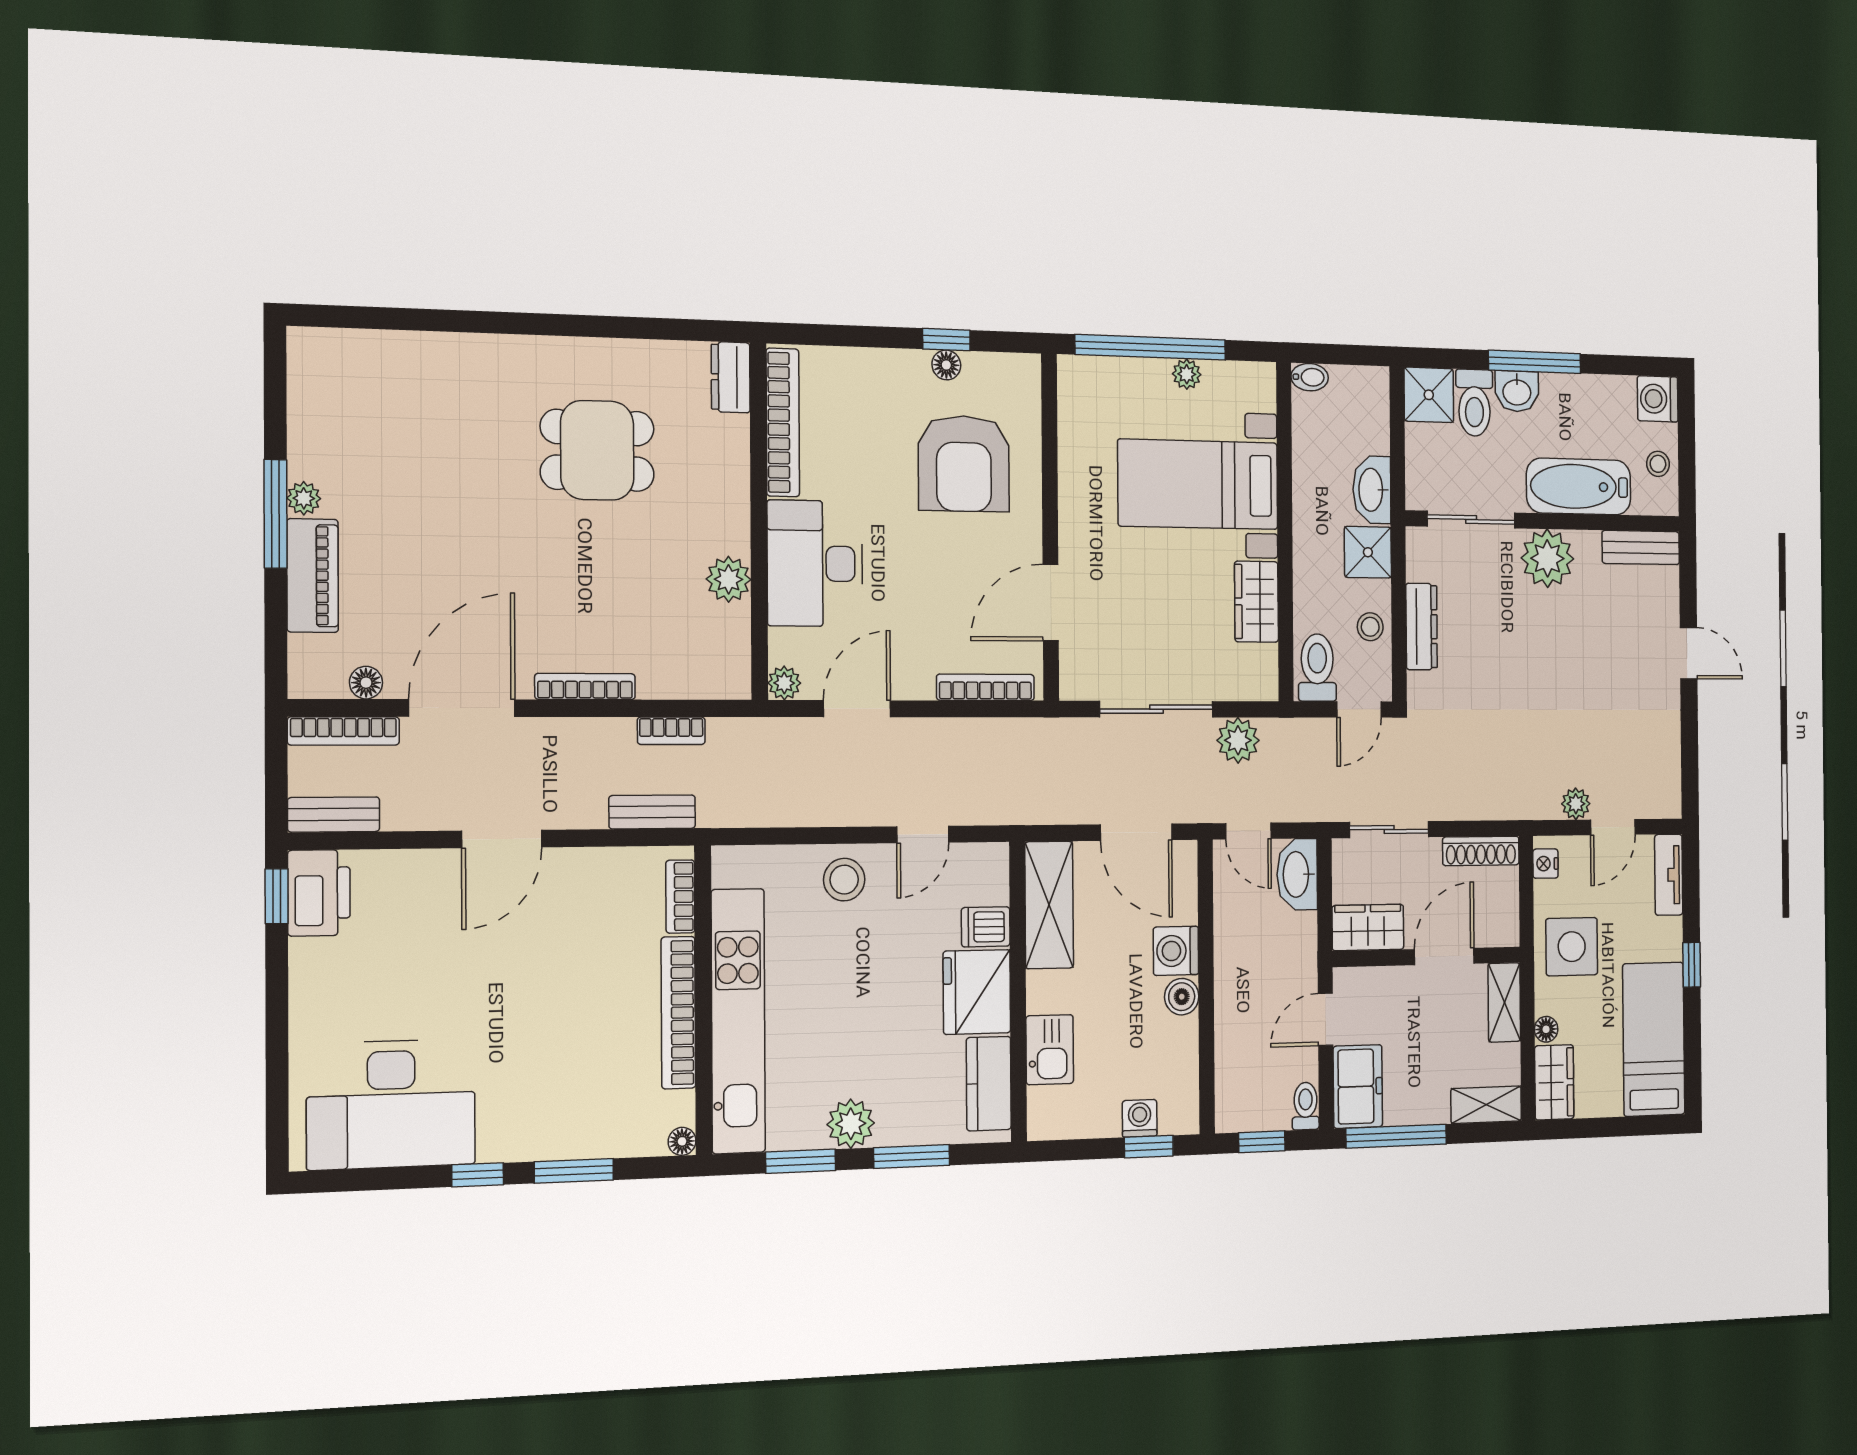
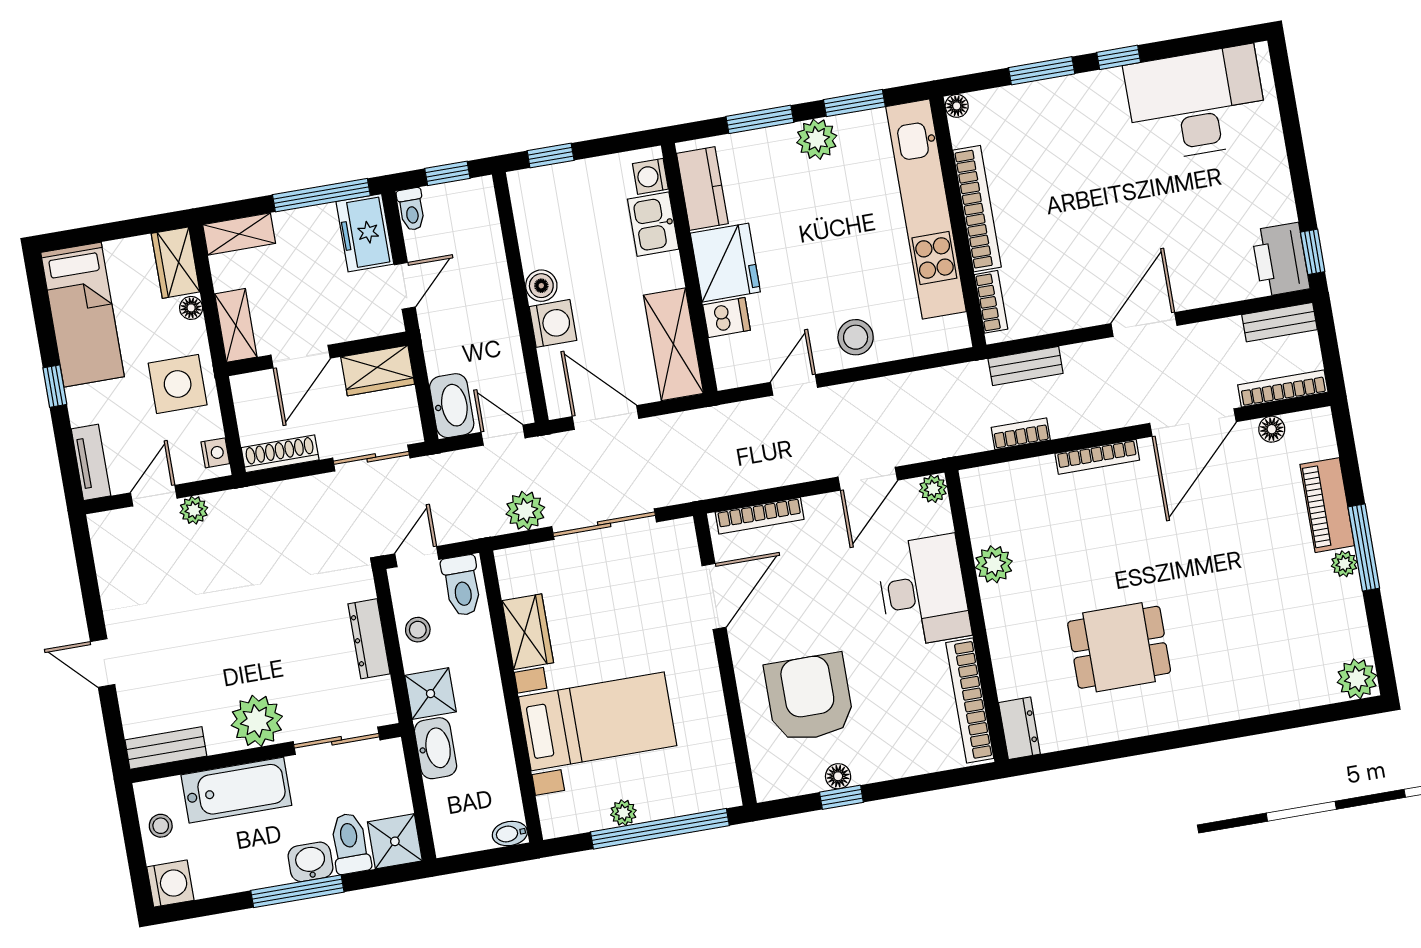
plant: (312, 352) -> (1357, 679), added
washing machine: (1140, 1118) -> (650, 176), moved, turned 90

